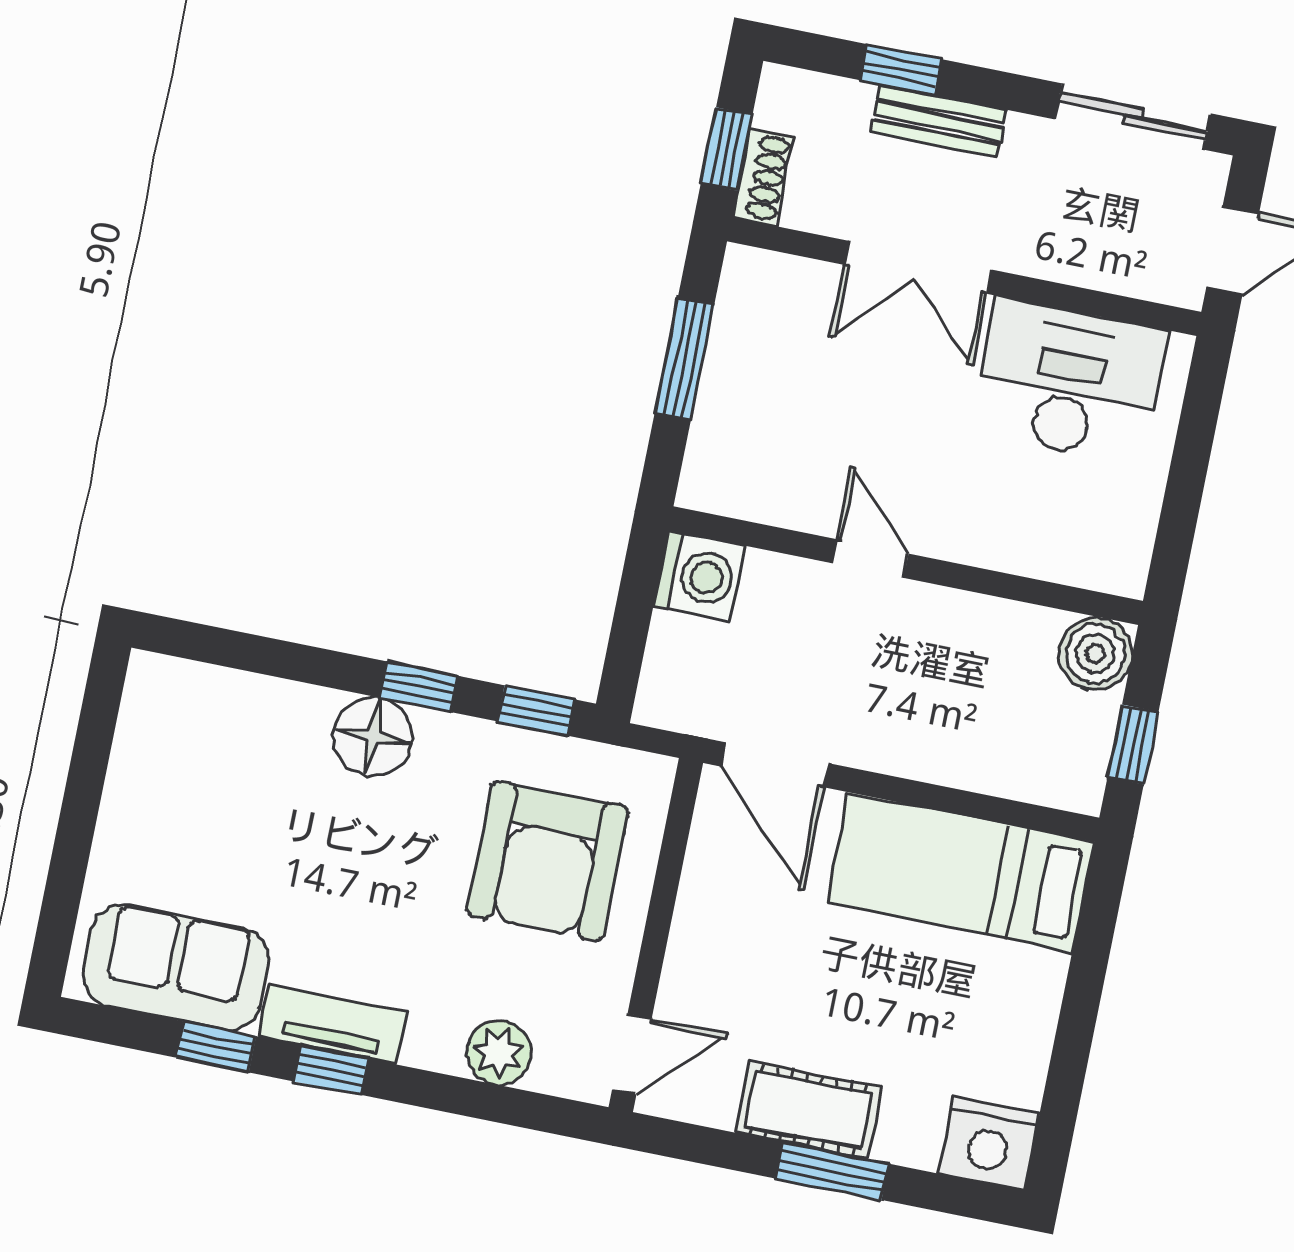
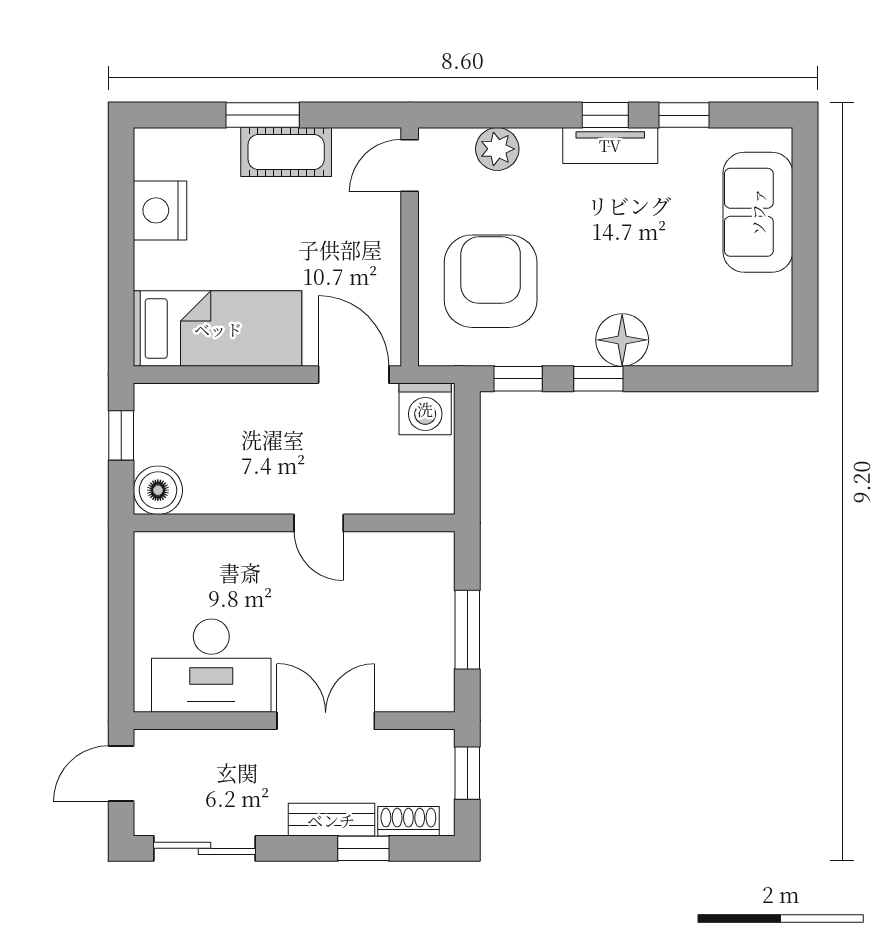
shoe rack: (762, 177) -> (408, 821), moved, turned 90
washing machine: (699, 576) -> (425, 409), moved, turned -90
sofa: (176, 967) -> (758, 212), moved, turned 90
nightstand: (989, 1143) -> (160, 210), moved, turned -90

